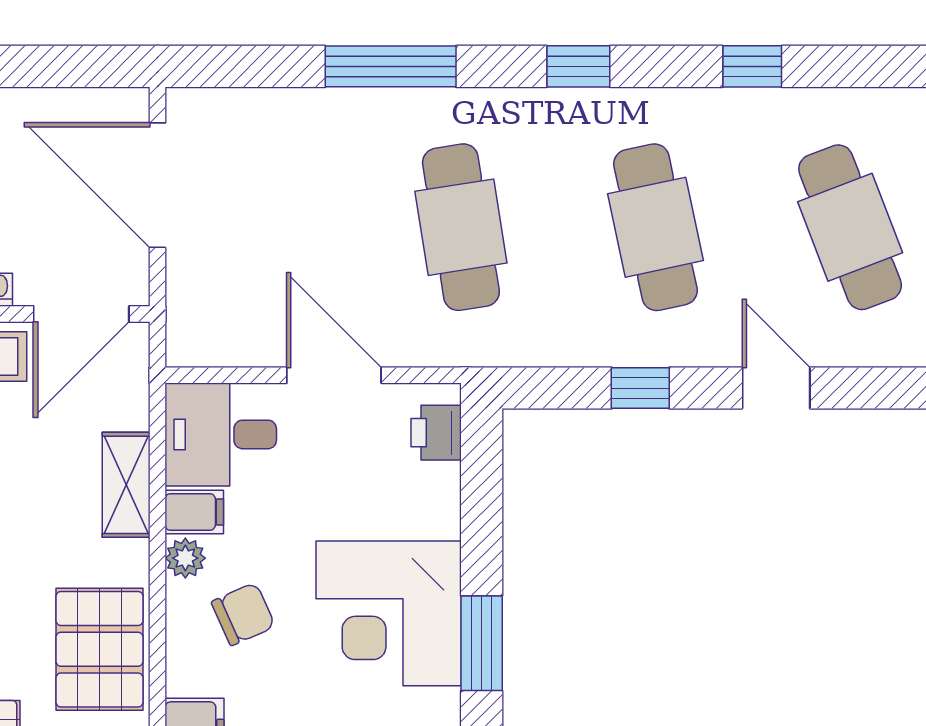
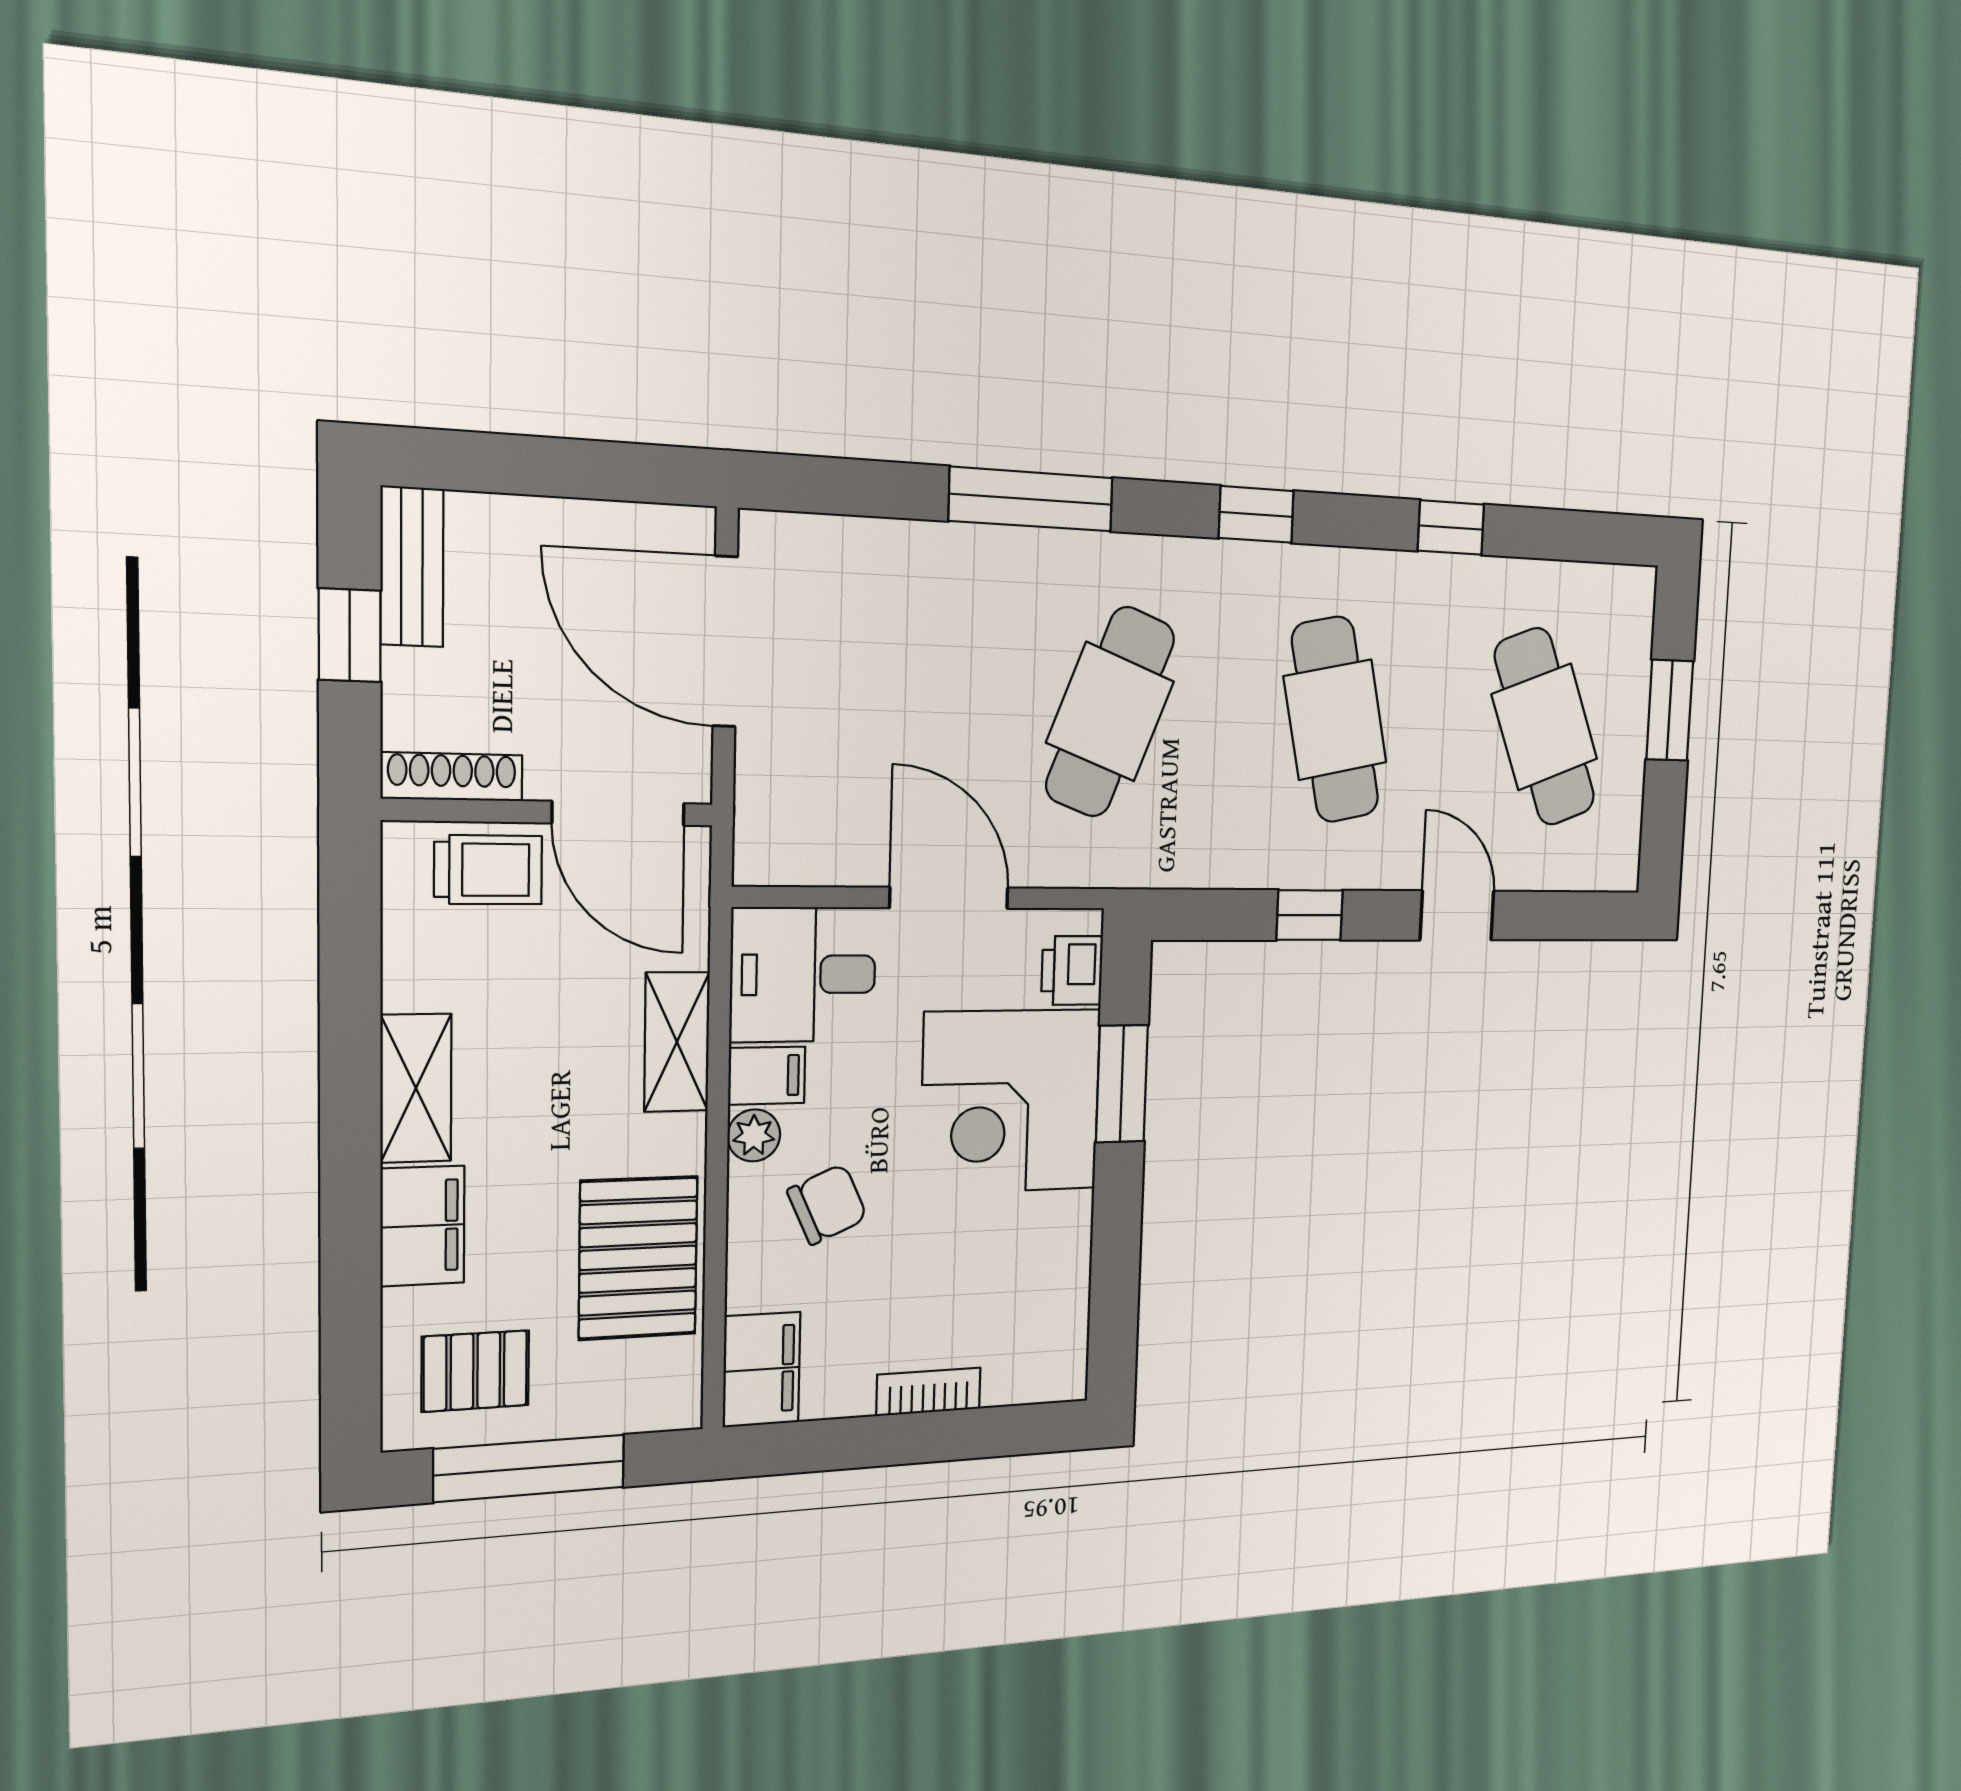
cafe table: (461, 227) -> (1110, 712), turned 30
door: (81, 314) -> (618, 813), hinge flipped
corner desk: (389, 613) -> (1011, 1101), moved
window: (482, 643) -> (1122, 1084), moved

